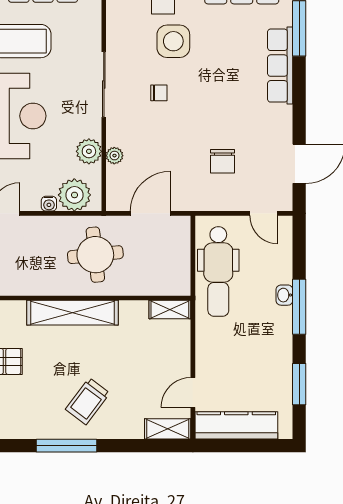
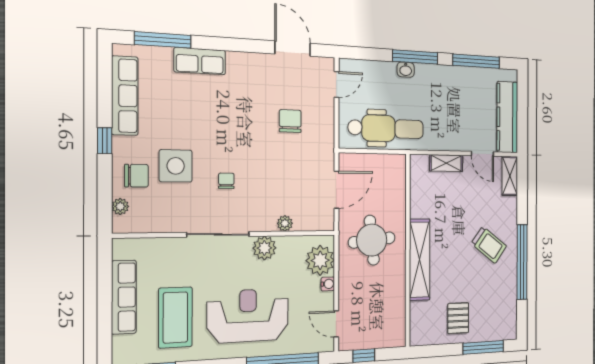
row of seats: (280, 66) -> (200, 61), width x0.68
plant: (89, 151) -> (264, 248), moved
chair: (223, 161) -> (290, 121), turned -90
door: (150, 213) -> (336, 190), swing flipped
shelving: (170, 310) -> (446, 163), moved, turned 90
window: (299, 384) -> (476, 61), width x1.44
window: (67, 446) -> (522, 262), width x1.46

